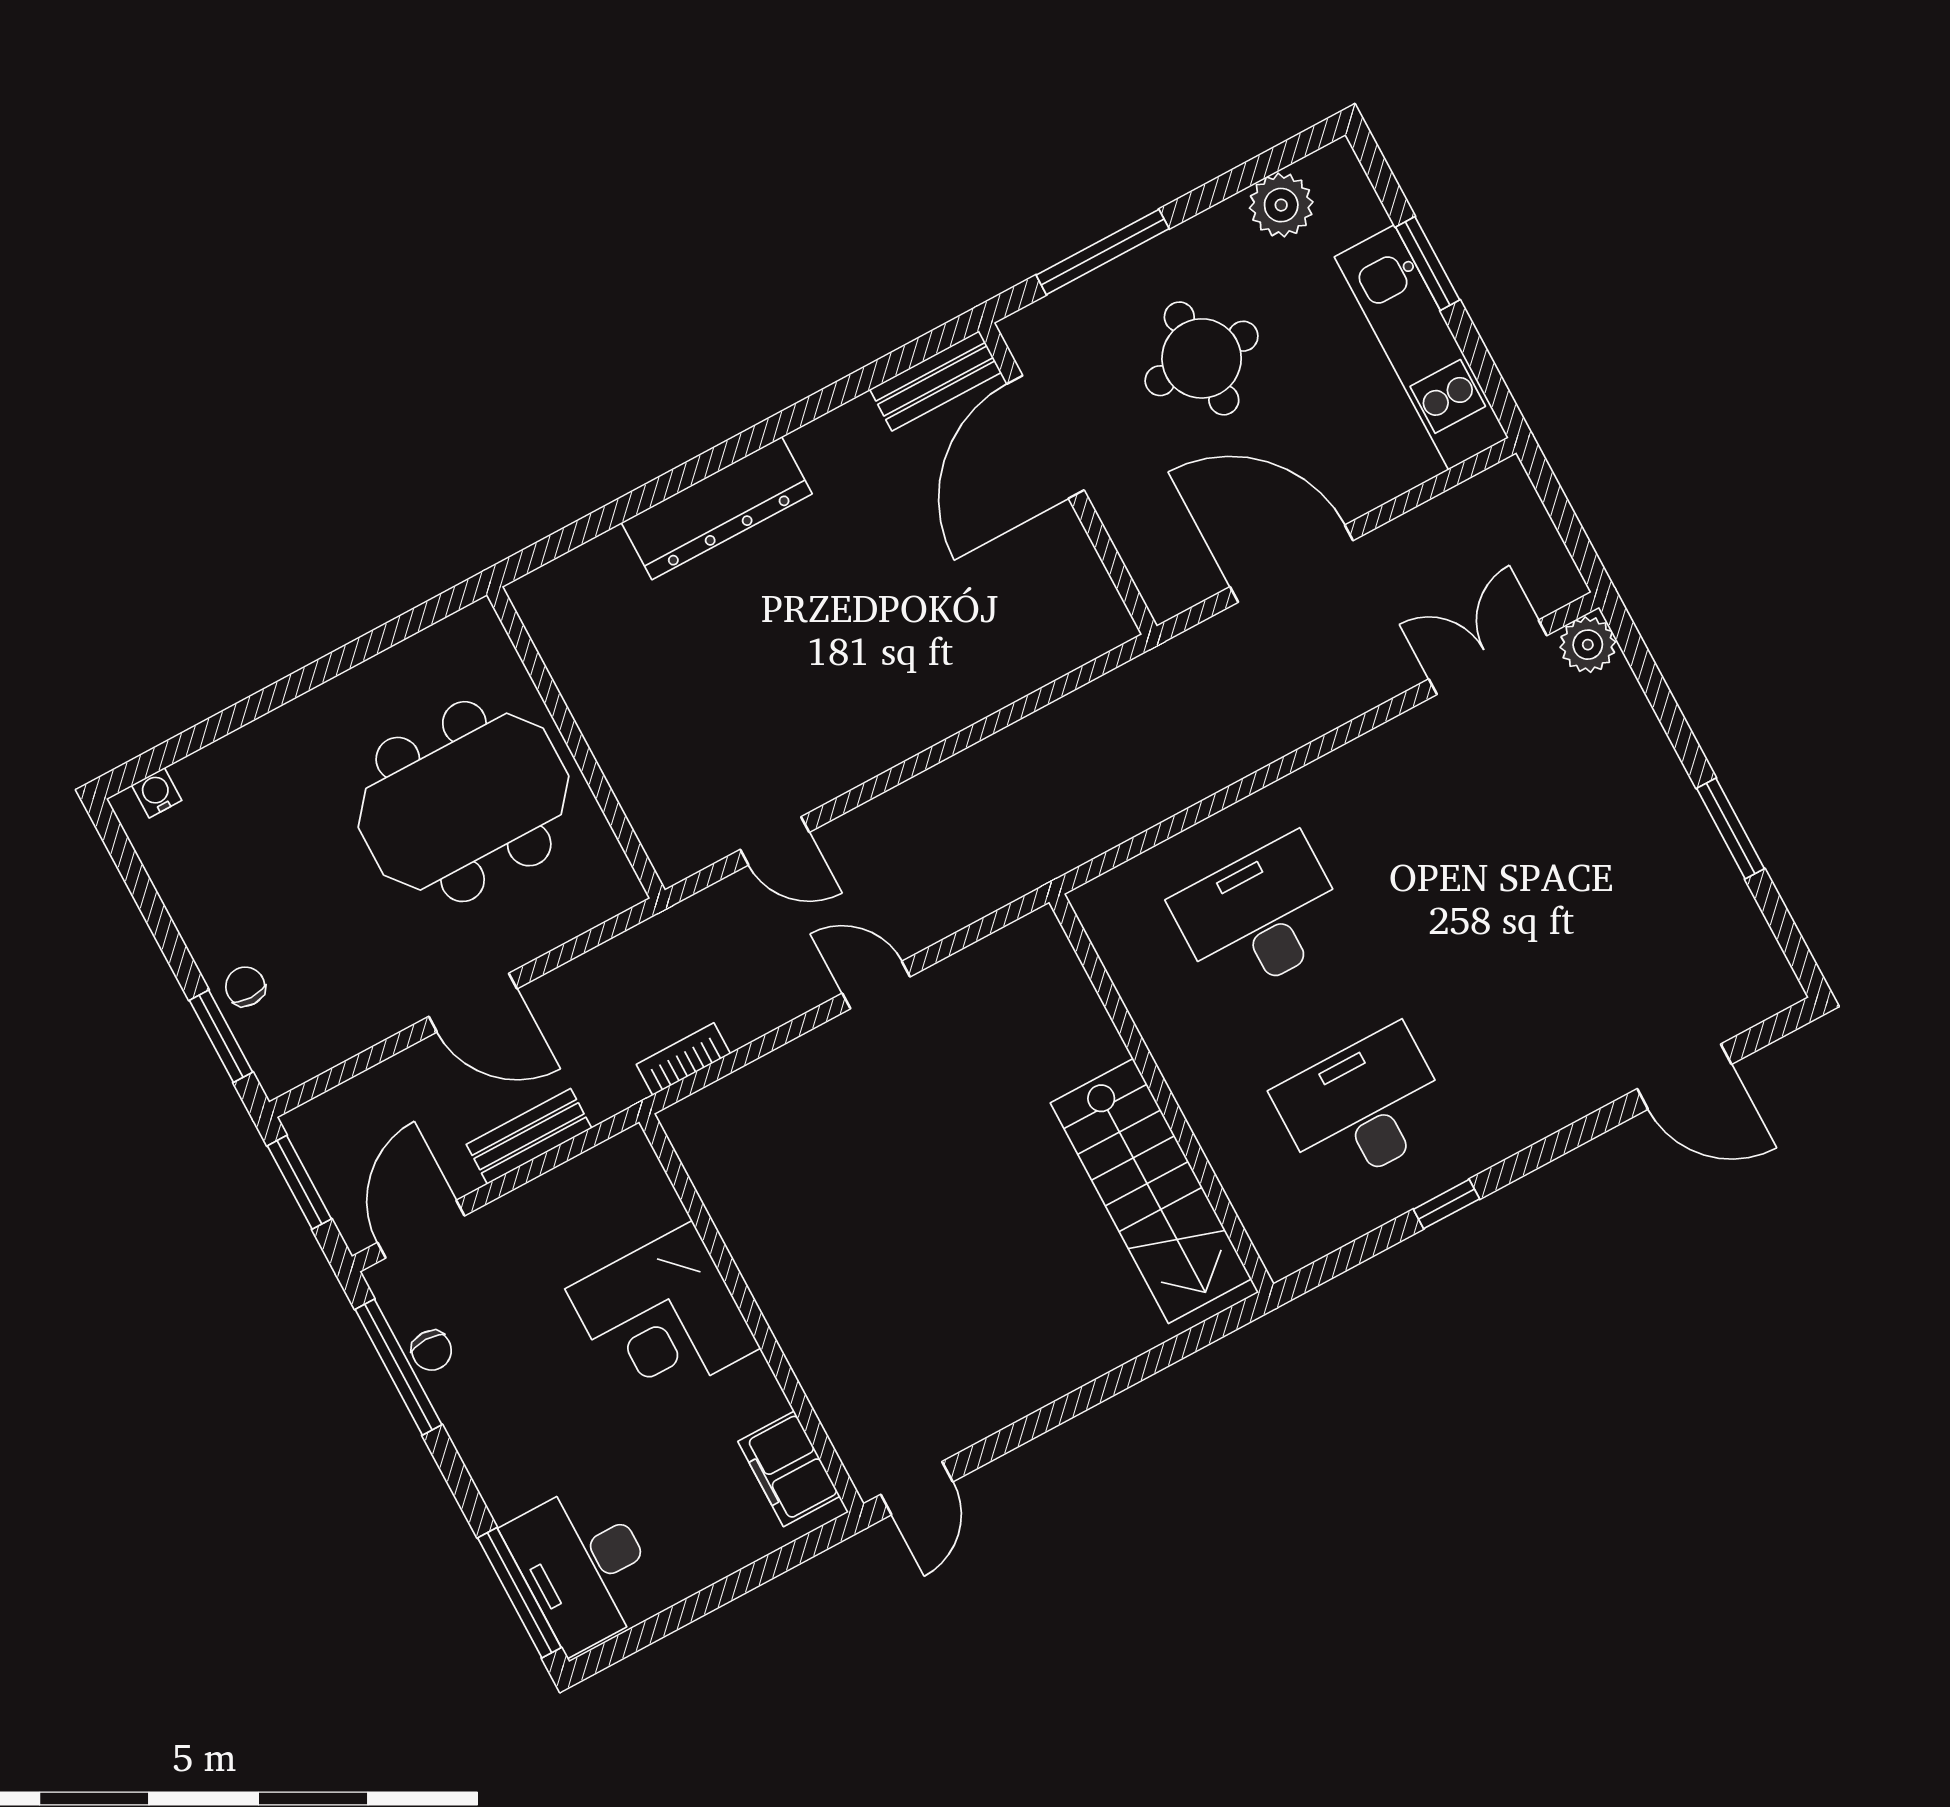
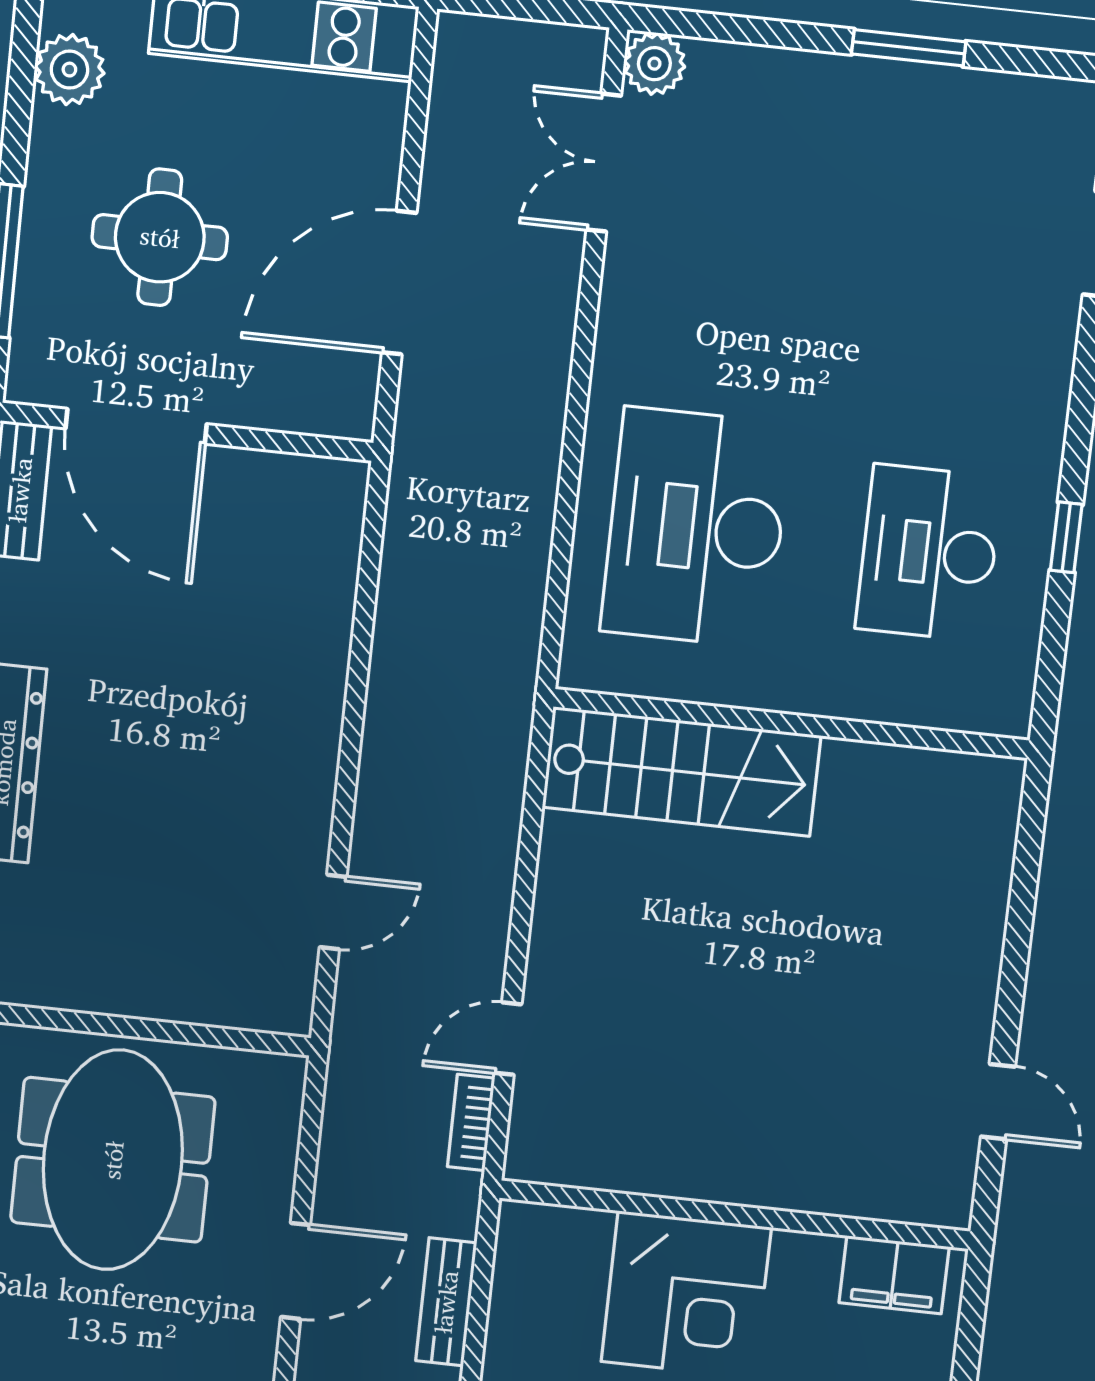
desk: (1261, 917) -> (696, 528), width x1.36, depth x1.30
door: (876, 985) -> (508, 1039), moved
stairs: (1151, 1191) -> (682, 771), moved
door: (917, 1488) -> (998, 1102), moved

